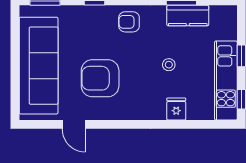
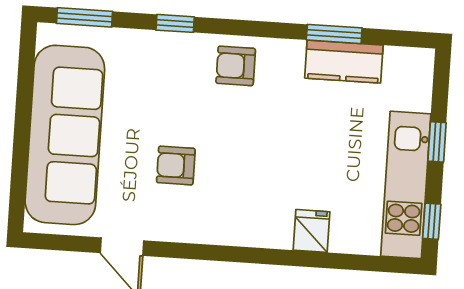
stool: (169, 65) -> (303, 149), removed
armchair: (100, 78) -> (176, 166), width x0.53, depth x0.53

